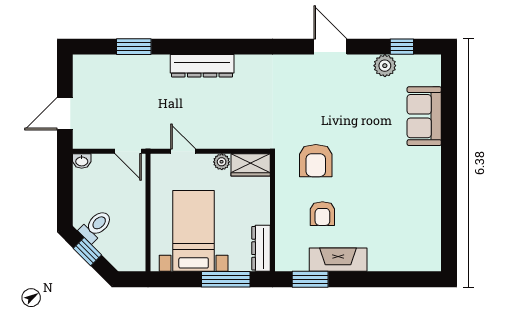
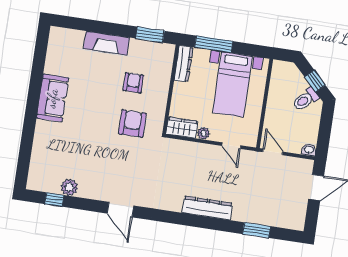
door: (330, 47) -> (120, 210), moved
sofa: (424, 116) -> (52, 98), moved
fireplace: (338, 260) -> (106, 43), moved

